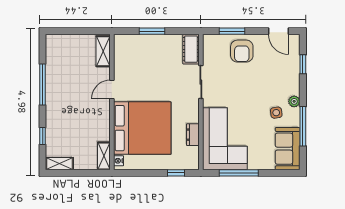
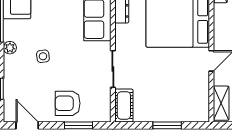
armchair: (242, 51) -> (68, 103), turned -90
side table: (276, 113) -> (43, 56), moved

